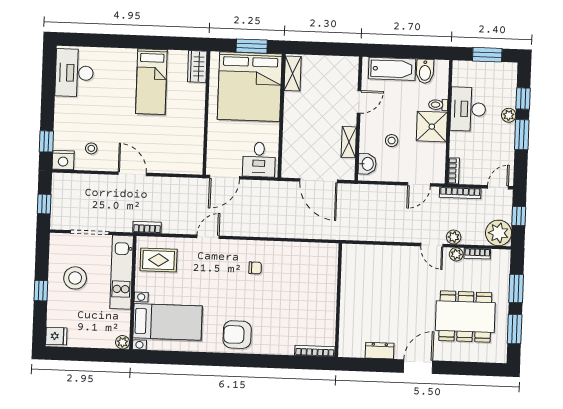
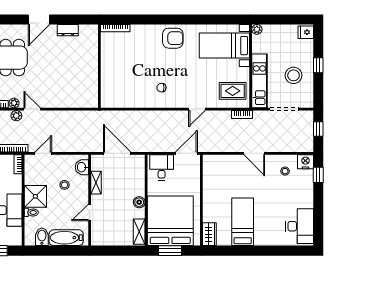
boiler: (291, 113) -> (139, 202), added

